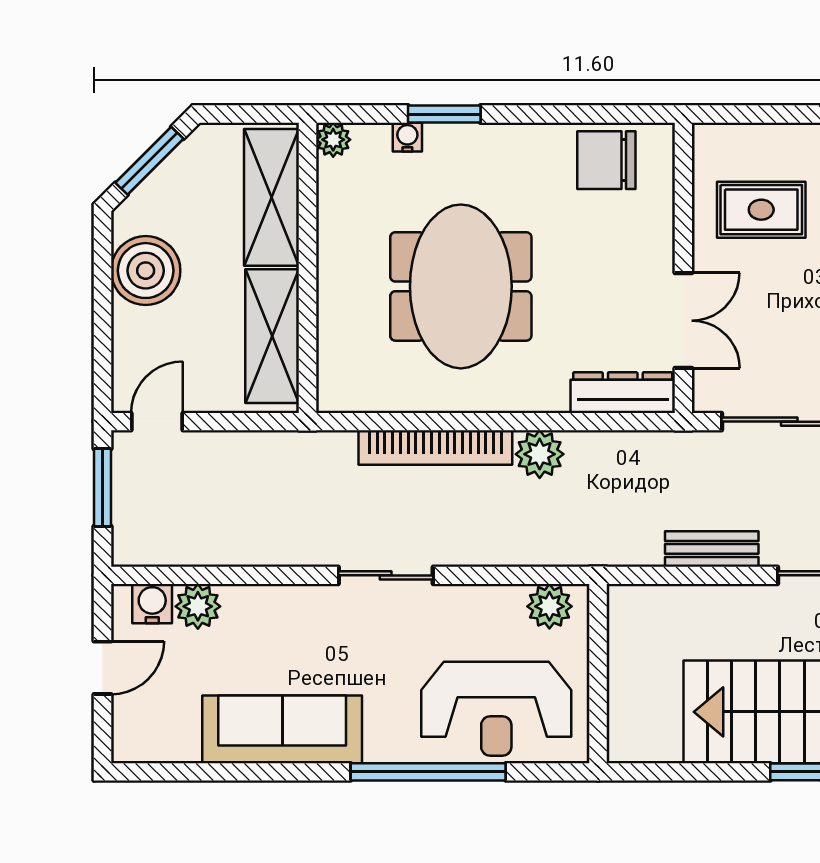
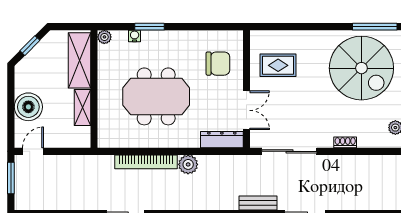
chair: (606, 160) -> (218, 64), moved, turned 180
window: (149, 161) -> (30, 46), width x0.67
boiler: (146, 271) -> (28, 107), moved
meeting table: (461, 286) -> (156, 96), turned 90
shelving: (272, 336) -> (82, 108), width x0.67, depth x0.75

